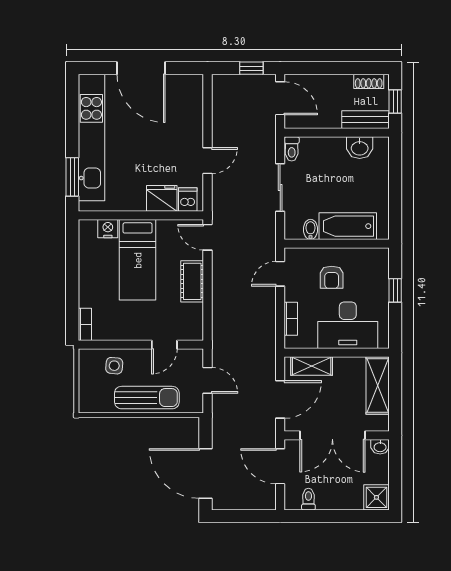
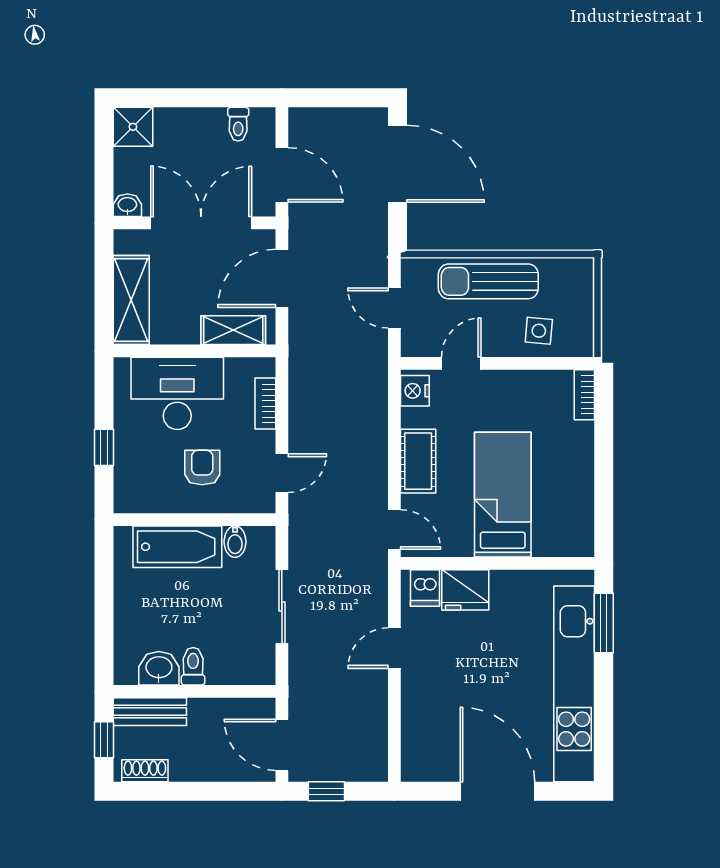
toilet: (292, 149) -> (193, 666), moved
nightstand: (108, 229) -> (415, 391), moved, turned 90

